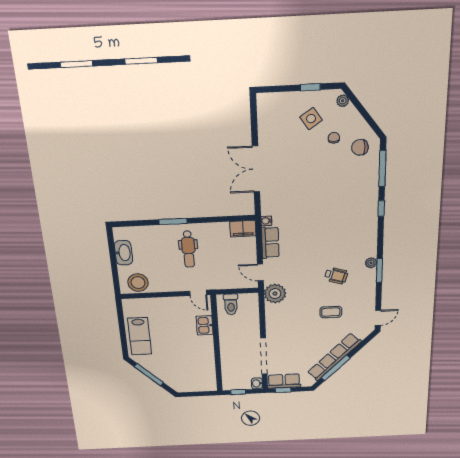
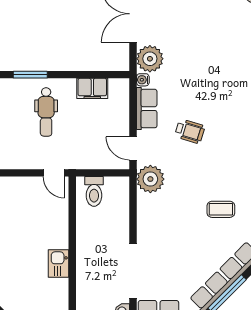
plant: (272, 204) -> (150, 59), added
filing cabinet: (243, 229) -> (92, 88), moved
wheelchair: (336, 276) -> (190, 131), moved
kitchen sink: (205, 325) -> (59, 263), moved

